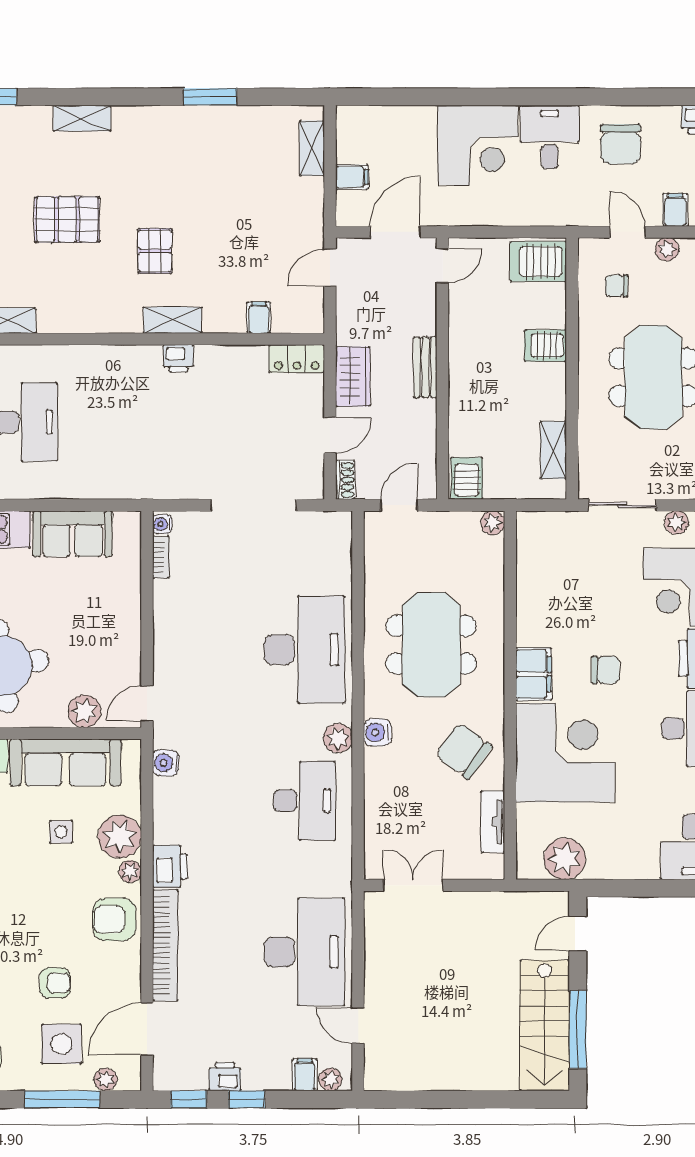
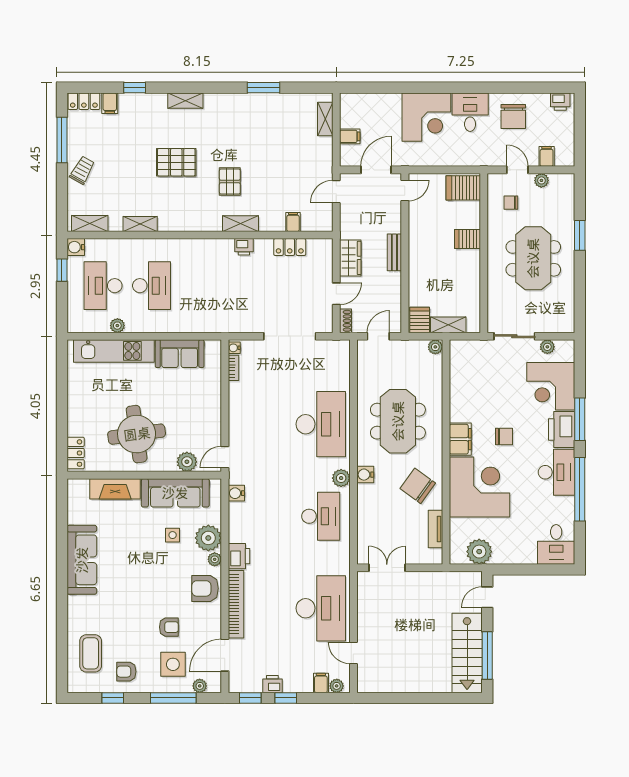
locker: (297, 359) -> (290, 247), moved
shelving: (554, 450) -> (448, 325), moved, turned 90

